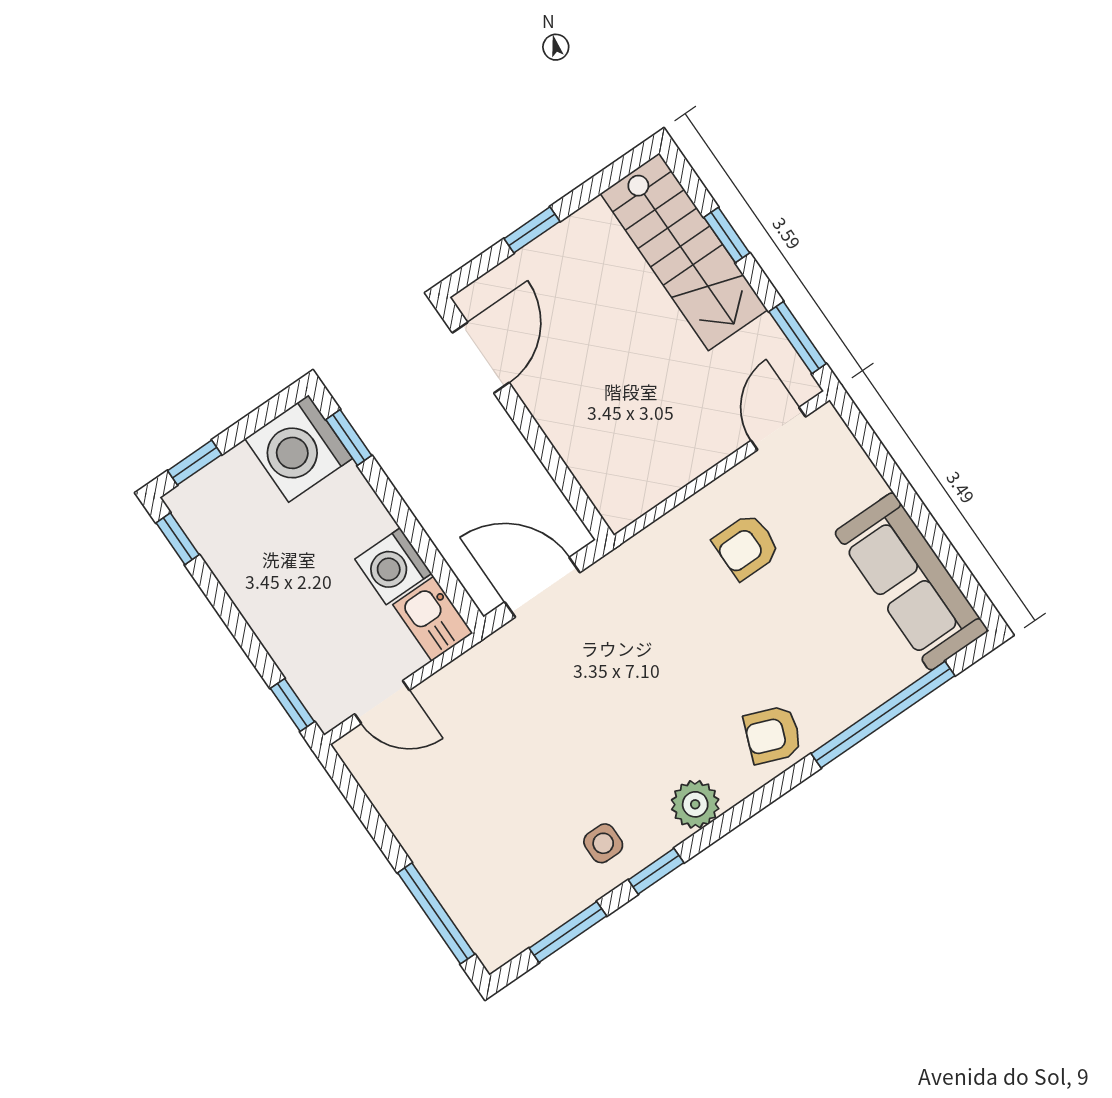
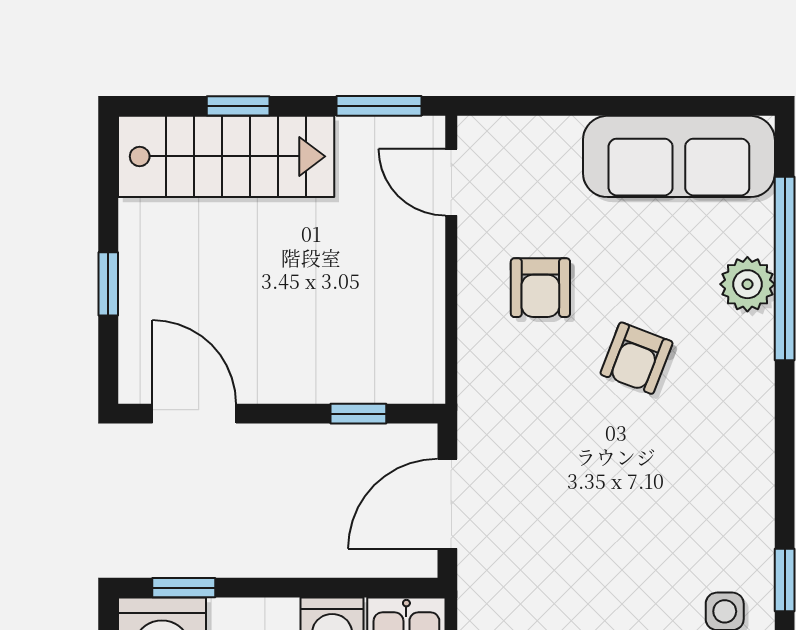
window: (563, 477) -> (358, 414), added
armchair: (773, 735) -> (637, 358), moved
plant: (695, 804) -> (747, 284), moved

